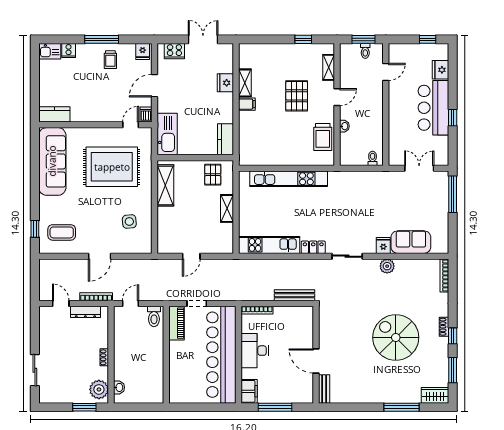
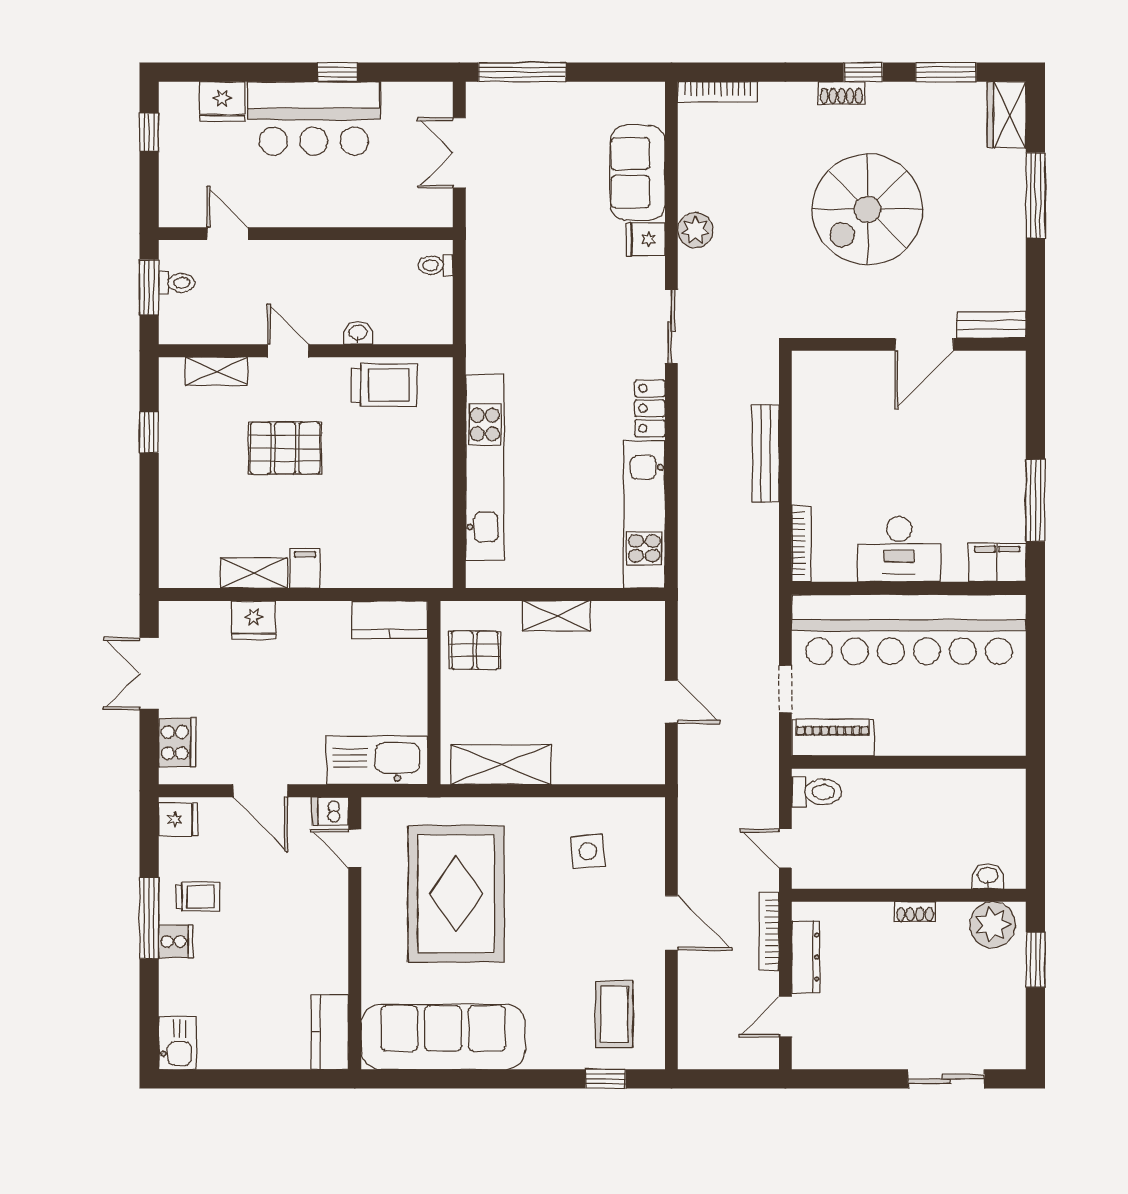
cooker: (69, 50) -> (176, 941), moved
wall: (316, 355) -> (909, 344), moved
door: (316, 361) -> (924, 344), moved
bench: (324, 389) -> (991, 325), moved

